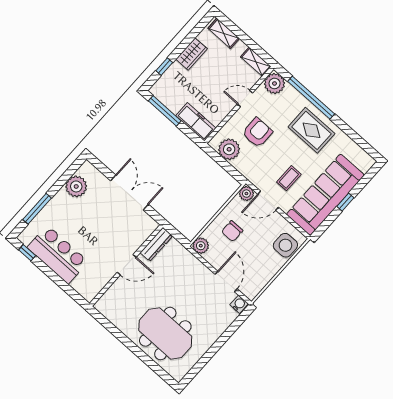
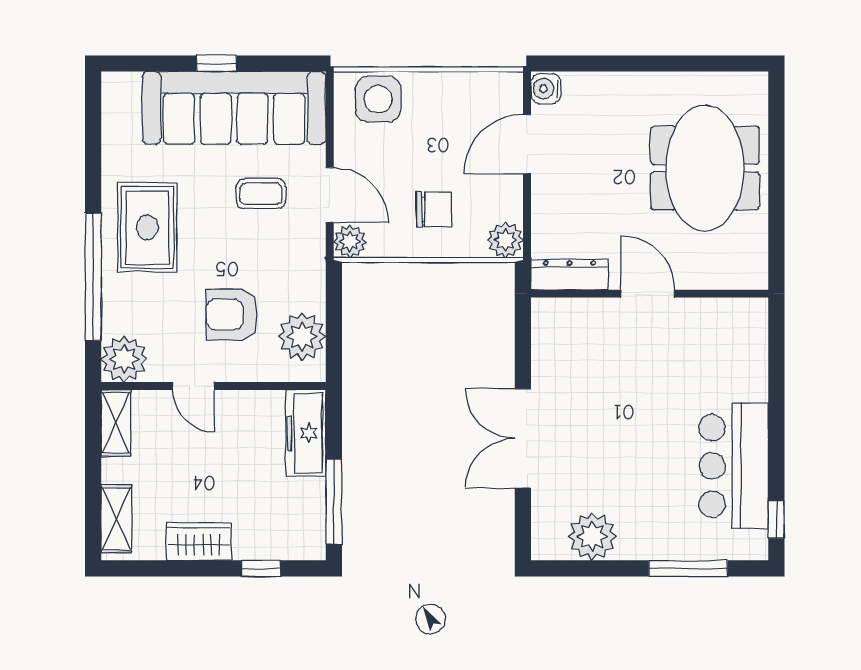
dresser: (156, 244) -> (569, 275), moved
wall: (126, 265) -> (650, 294), moved
door: (127, 265) -> (648, 294), moved

